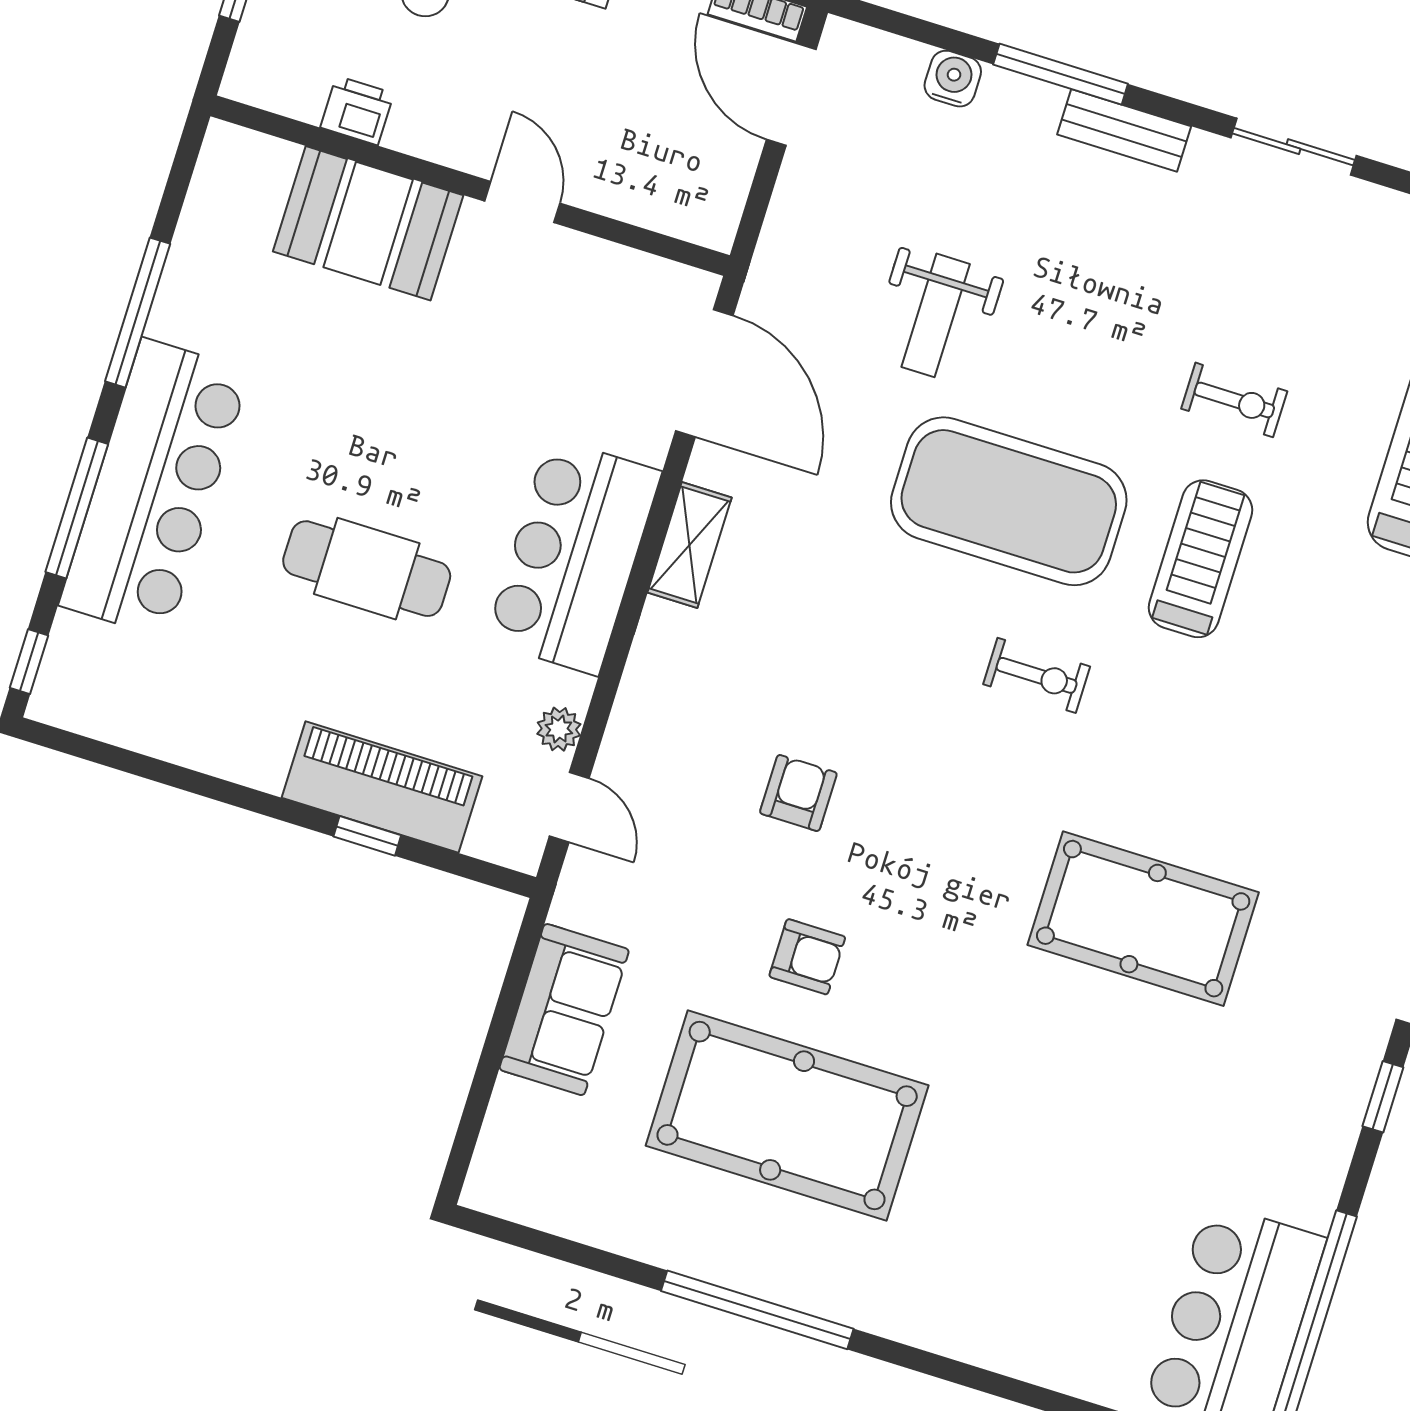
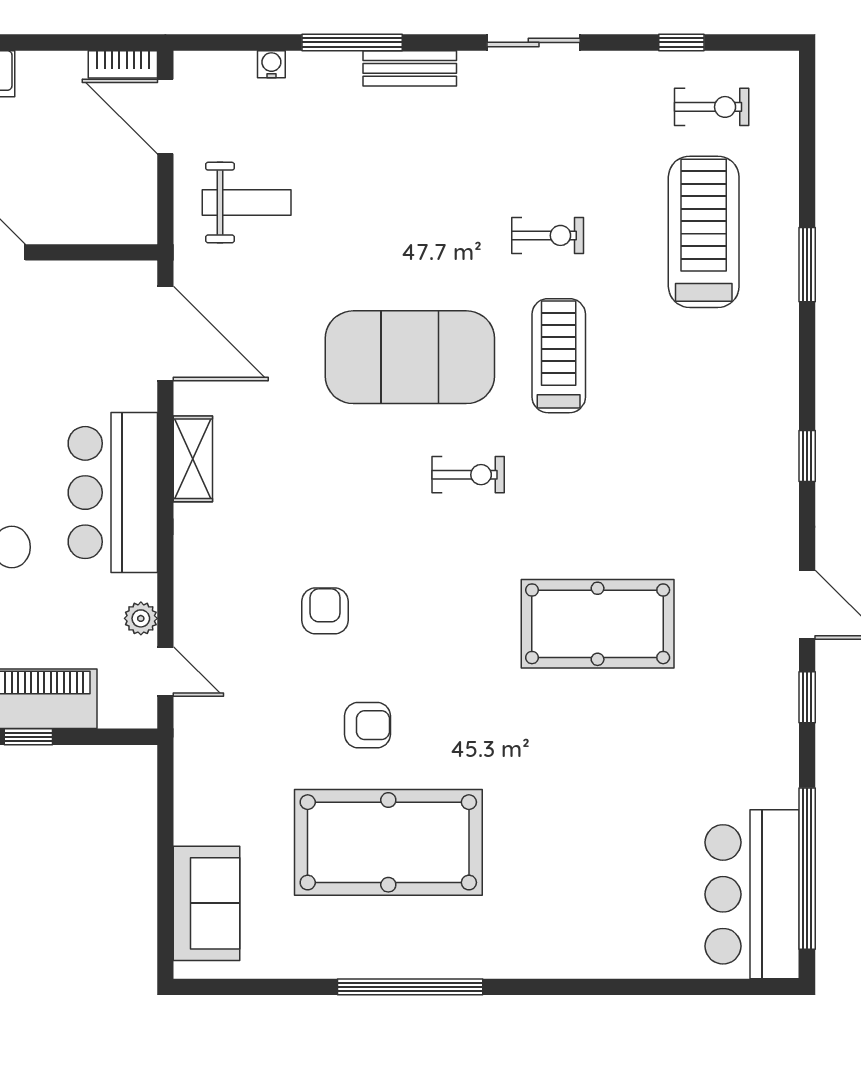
water cooler: (953, 79) -> (271, 64), width x0.72, depth x0.72
weight bench: (936, 315) -> (247, 203), moved, turned -90
sofa: (564, 1010) -> (207, 903), moved

